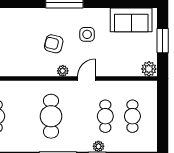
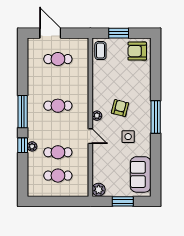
cafe table: (51, 116) -> (58, 106), width x0.73, depth x0.74

